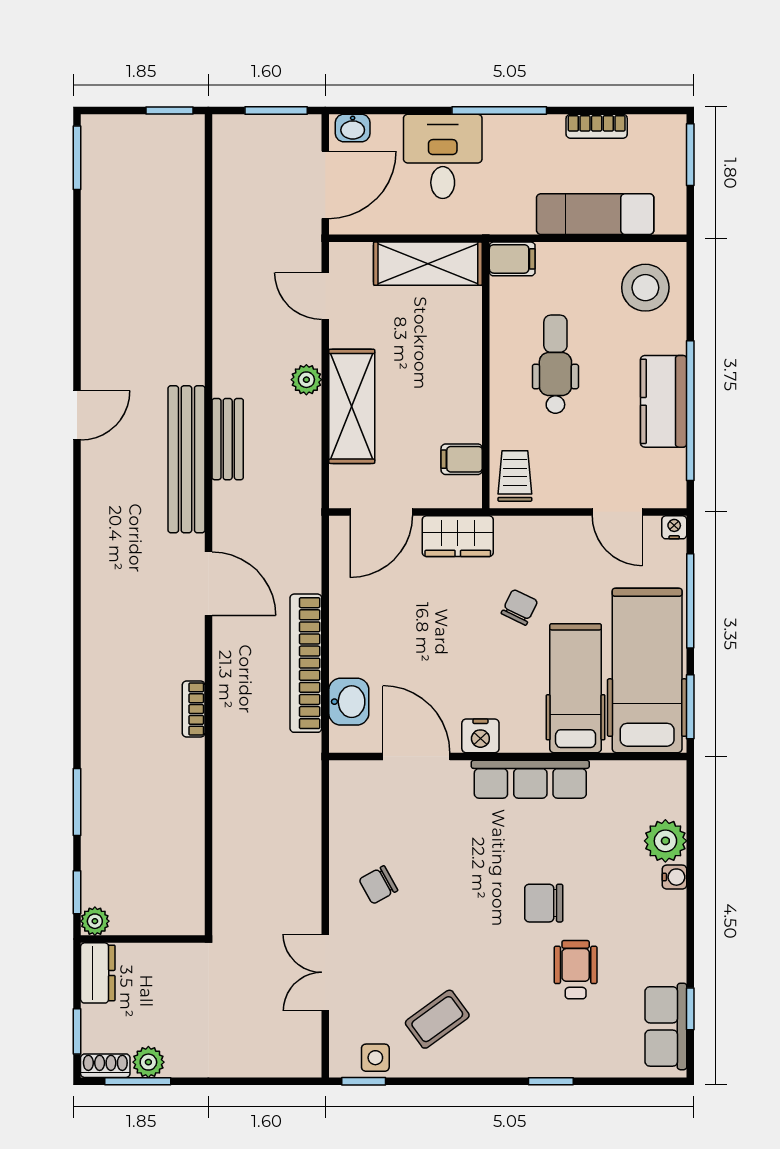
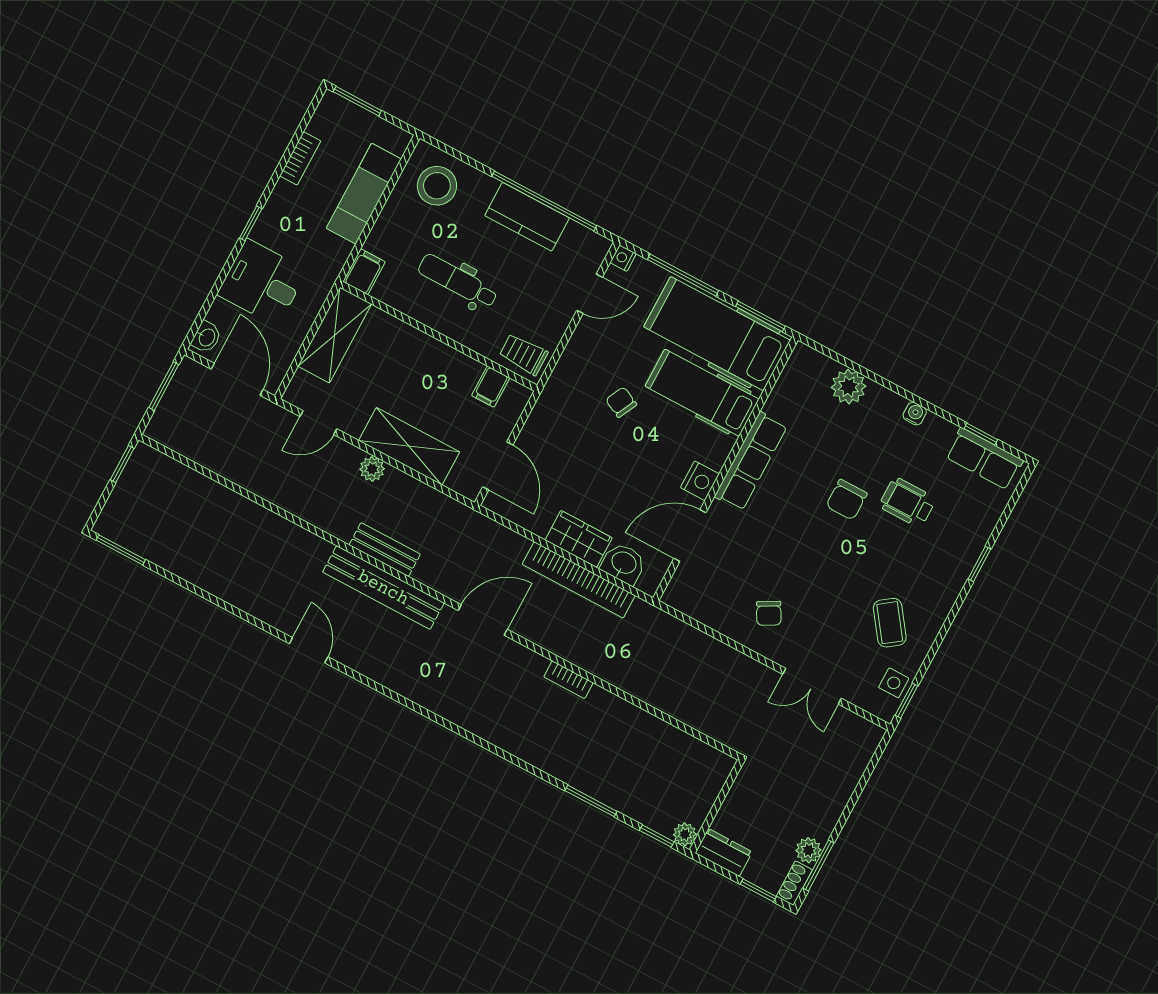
window: (499, 110) -> (251, 223), width x0.46
wardrobe: (458, 536) -> (579, 539), moved, turned -90
water cooler: (674, 877) -> (915, 414), moved

